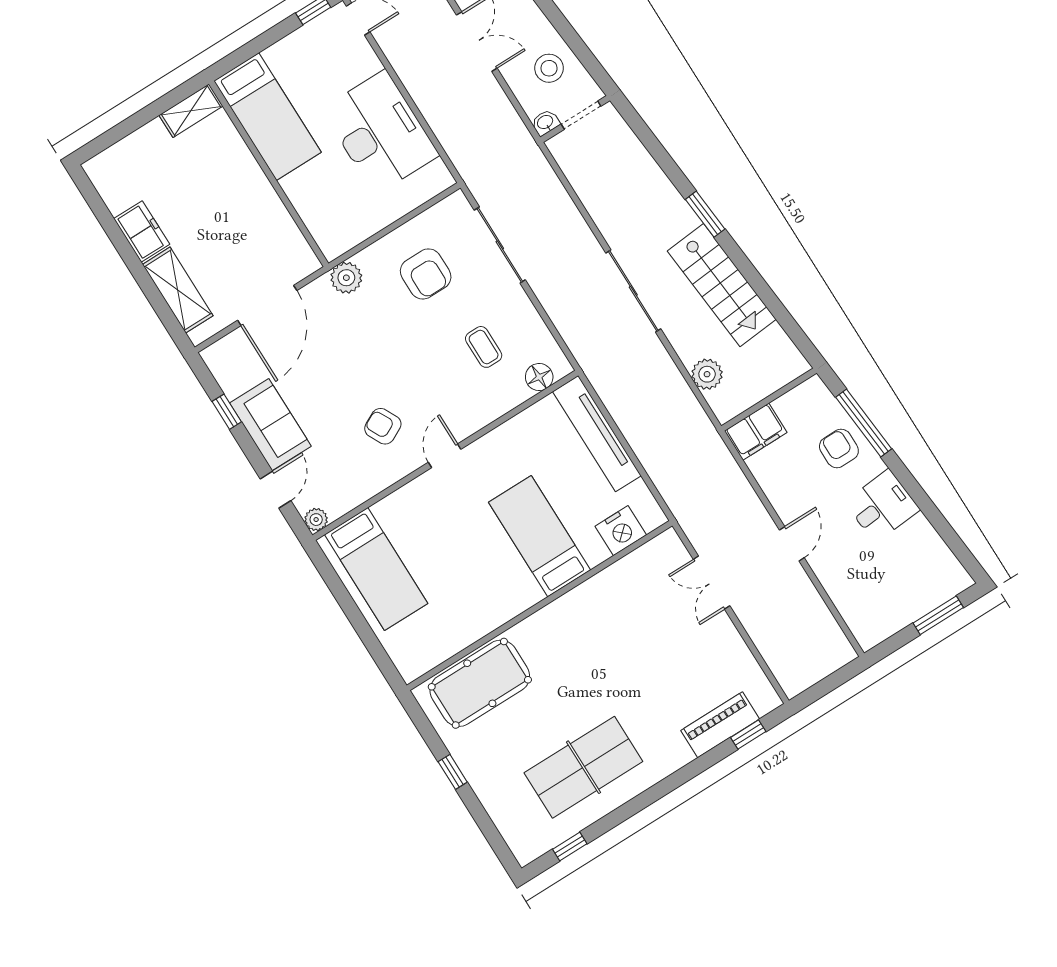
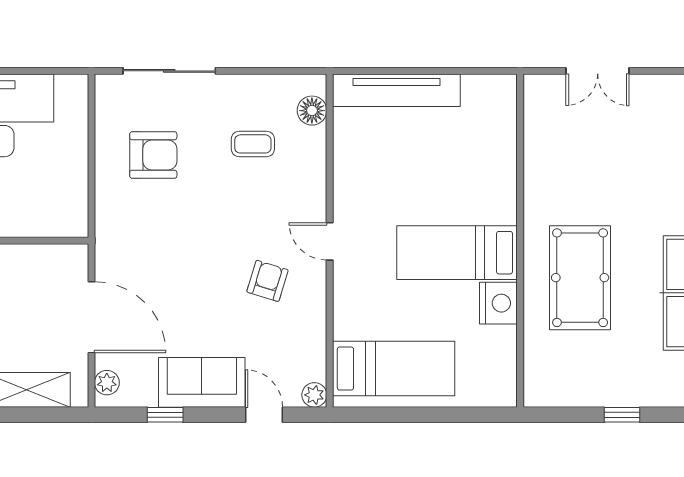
plant: (346, 278) -> (107, 383), moved, width x0.73, depth x0.73
armchair: (383, 426) -> (267, 281), turned 134
nightstand: (621, 531) -> (498, 303), moved
bed: (540, 536) -> (457, 253), moved
pool table: (480, 683) -> (580, 278), moved

